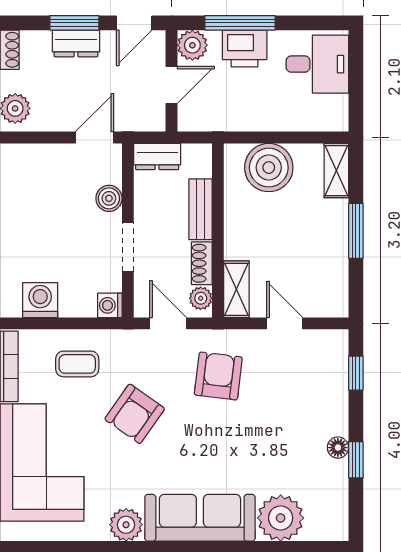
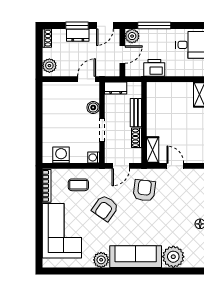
printer: (245, 48) -> (154, 68), moved, turned 180
boiler: (269, 168) -> (168, 93), removed
plant: (201, 298) -> (136, 154), removed
door: (168, 323) -> (121, 166), swing flipped

